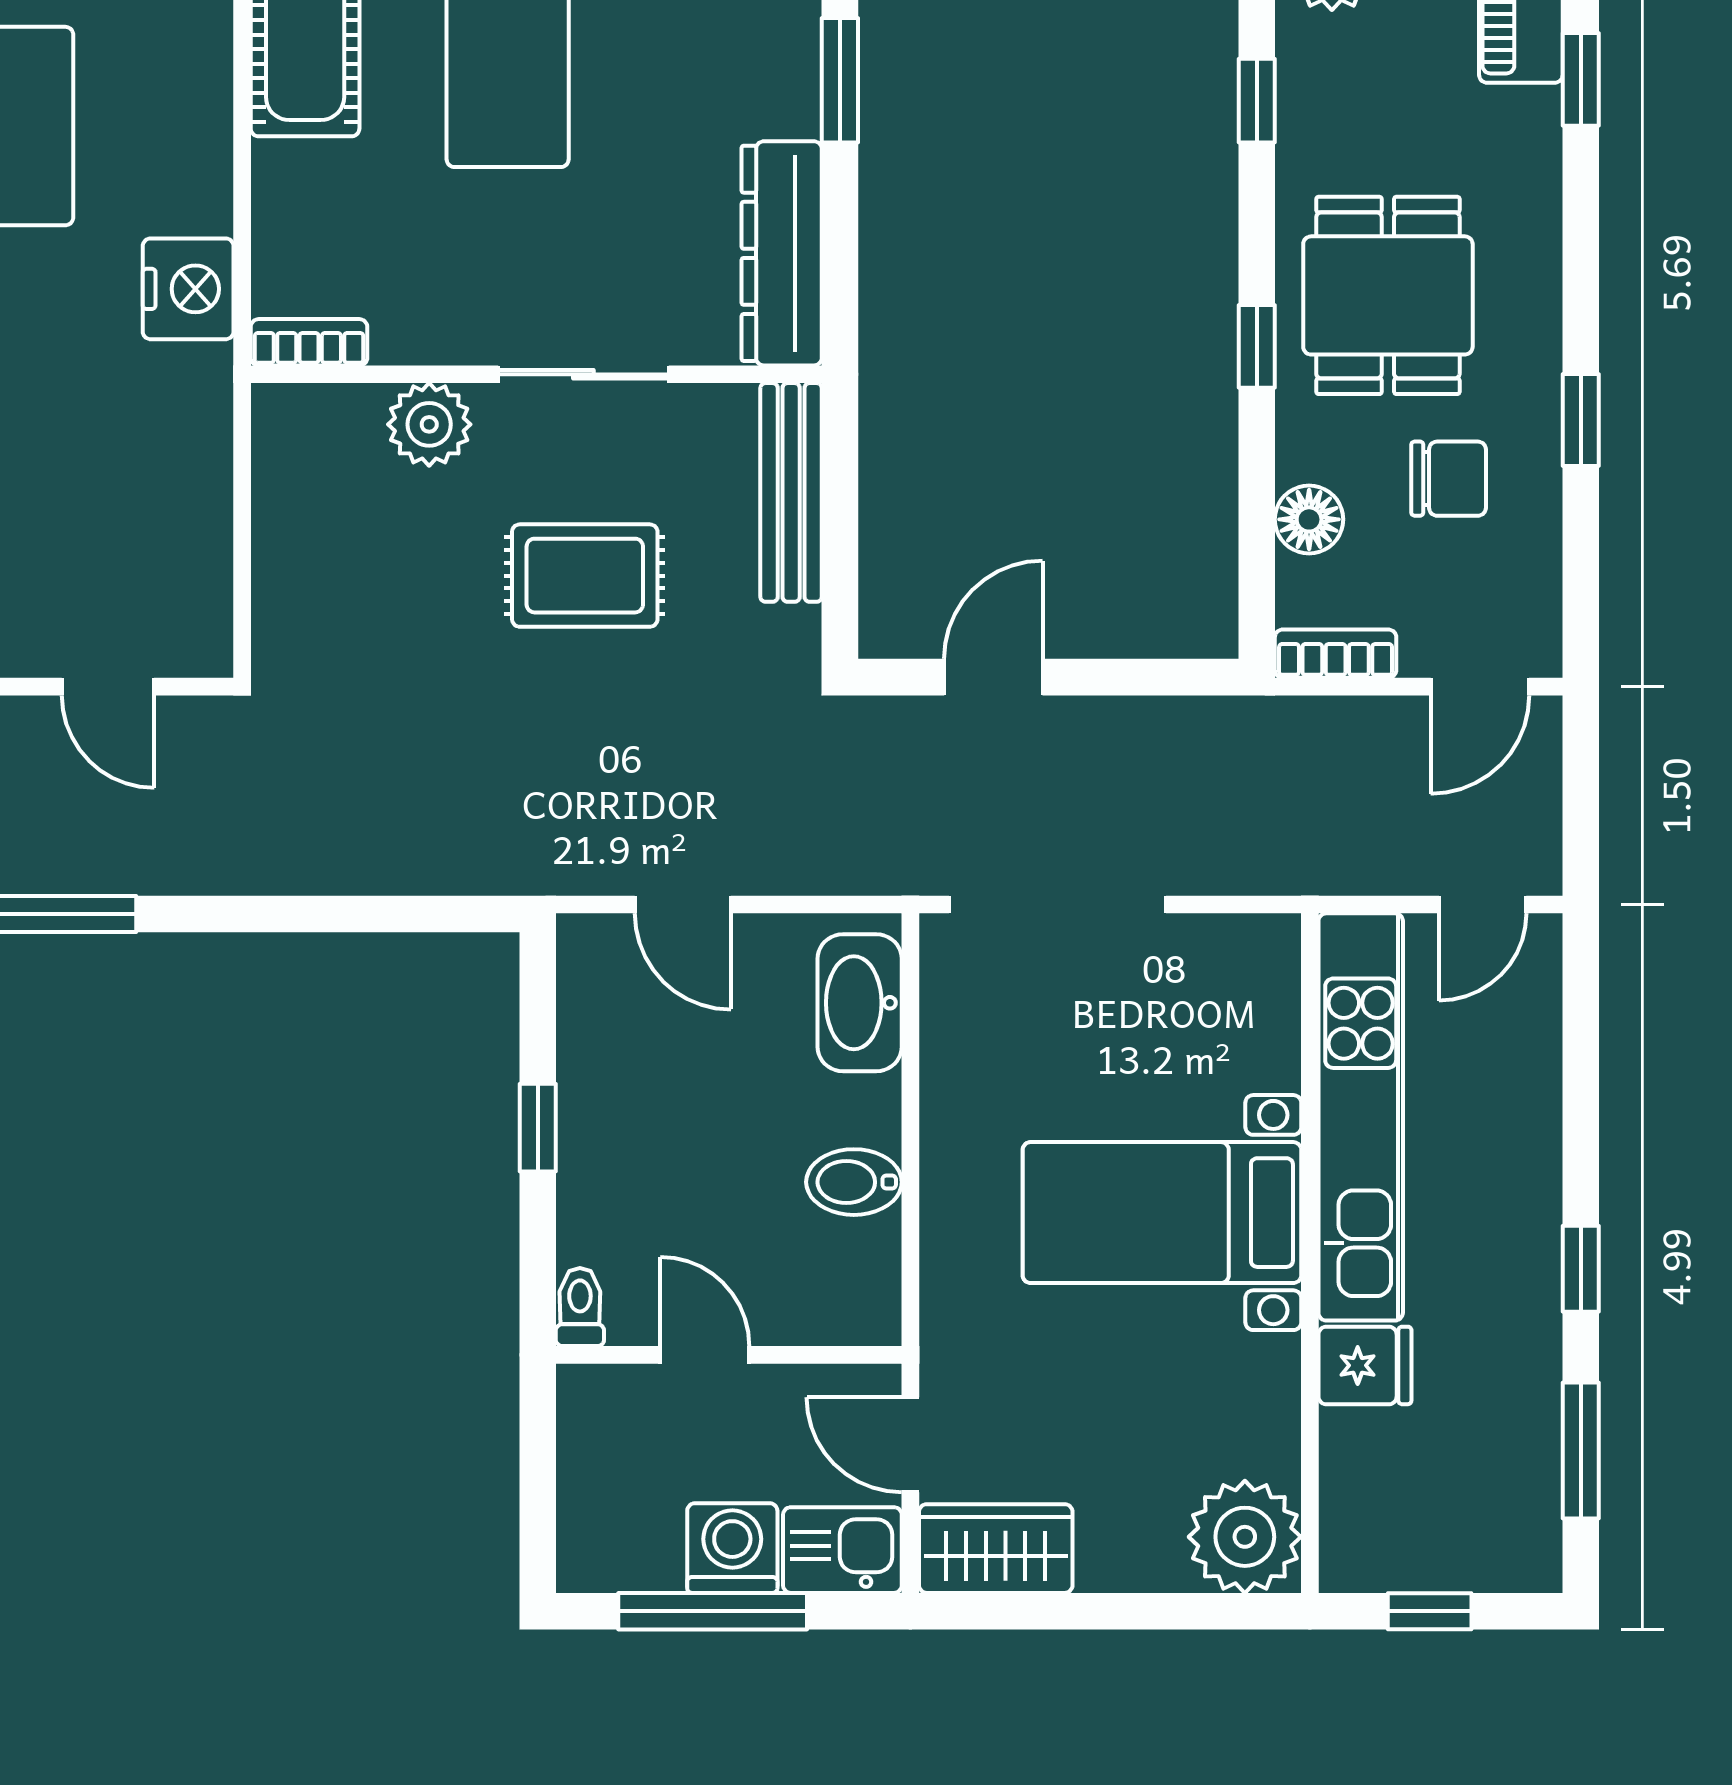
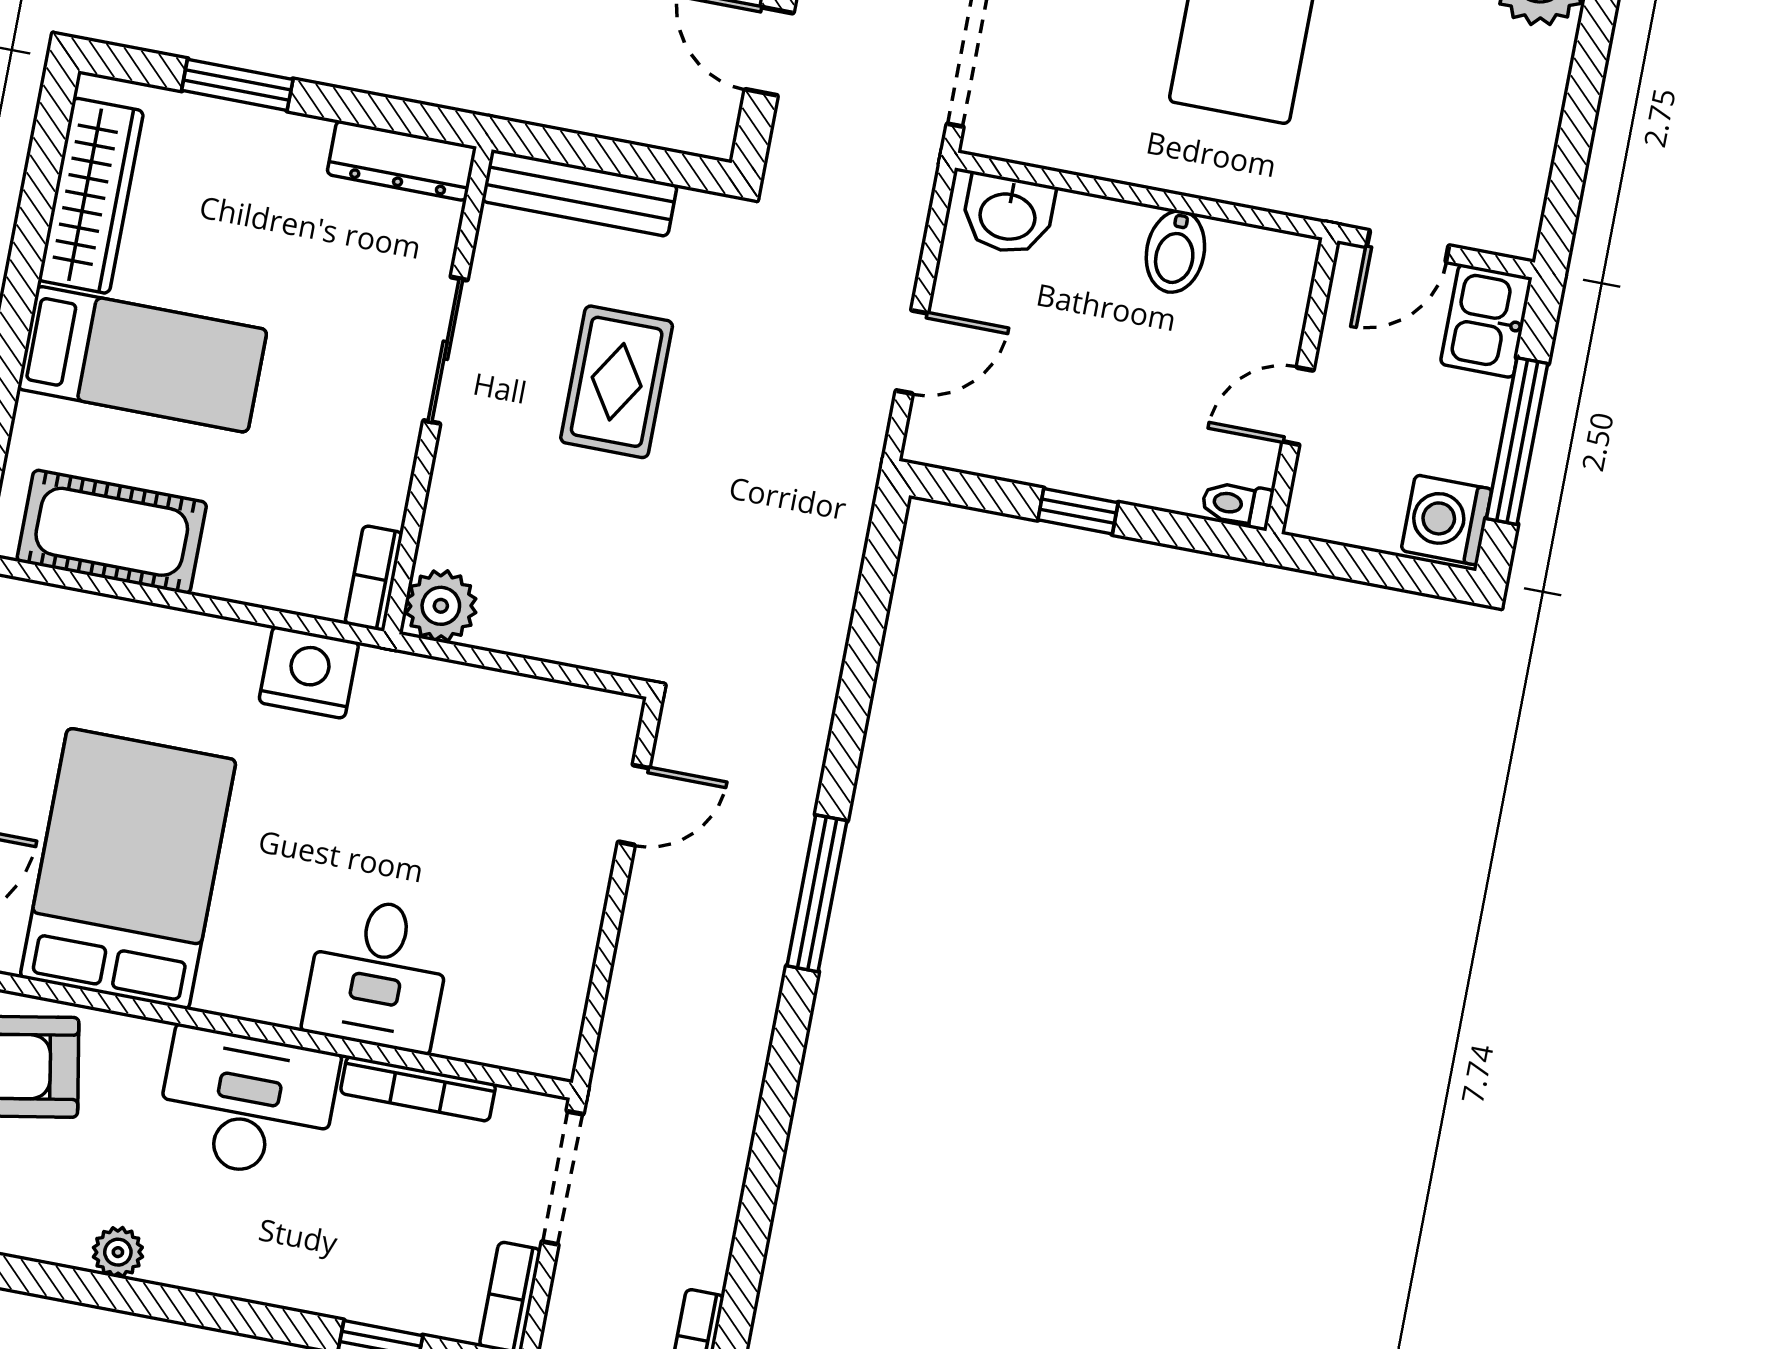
dresser: (782, 253) -> (402, 161), width x0.73, depth x0.80
plant: (429, 424) -> (441, 606), moved
washbasin: (860, 1003) -> (1008, 214), width x0.72
washing machine: (732, 1548) -> (1446, 520), moved
wardrobe: (996, 1549) -> (1510, 190), removed

